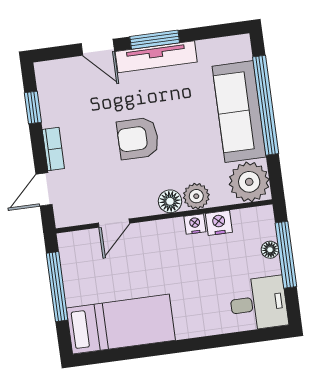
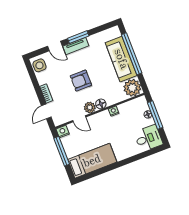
tv unit: (156, 57) -> (76, 46), width x0.71
side table: (53, 82) -> (39, 65), added
window: (33, 108) -> (33, 78), removed
plant: (196, 196) -> (90, 107), moved
door: (114, 223) -> (79, 119), hinge flipped
nightstand: (219, 223) -> (63, 132), moved

